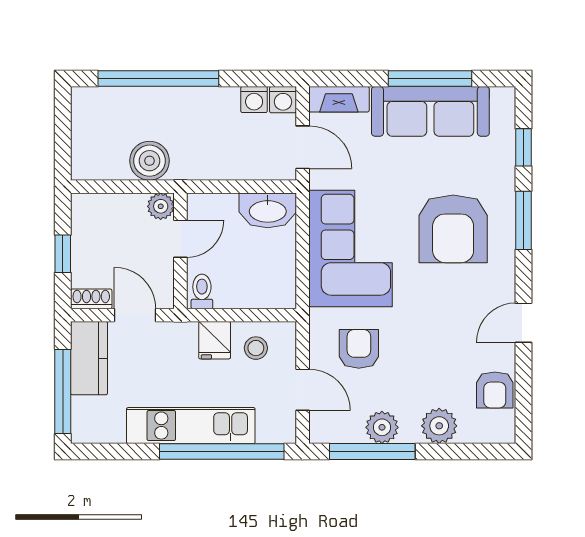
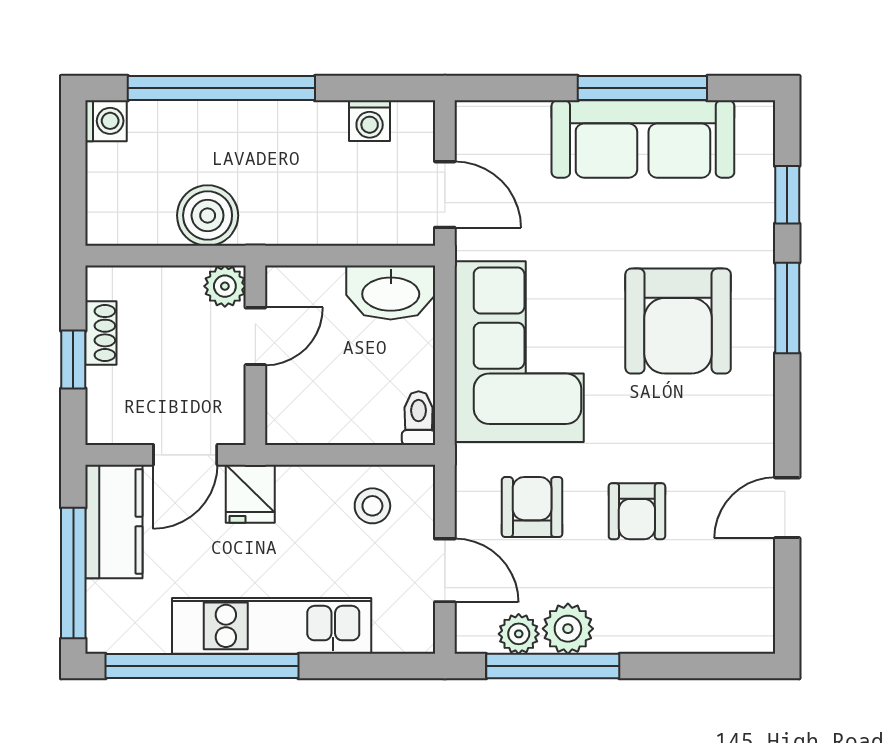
fireplace: (339, 99) -> (501, 120), removed
washing machine: (283, 100) -> (106, 121), moved, turned -90
toilet: (202, 291) -> (419, 418), moved
shoe rack: (91, 299) -> (101, 333), moved, turned 90
door: (135, 315) -> (185, 455), swing flipped
door: (524, 323) -> (787, 508), moved
fridge: (215, 340) -> (250, 494), moved
armchair: (495, 390) -> (637, 511), moved
plant: (439, 426) -> (519, 634), moved, width x0.73, depth x0.73
window: (222, 451) -> (202, 666), moved

